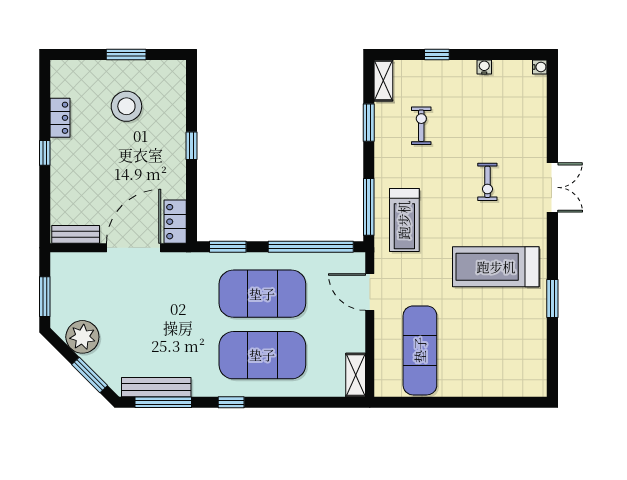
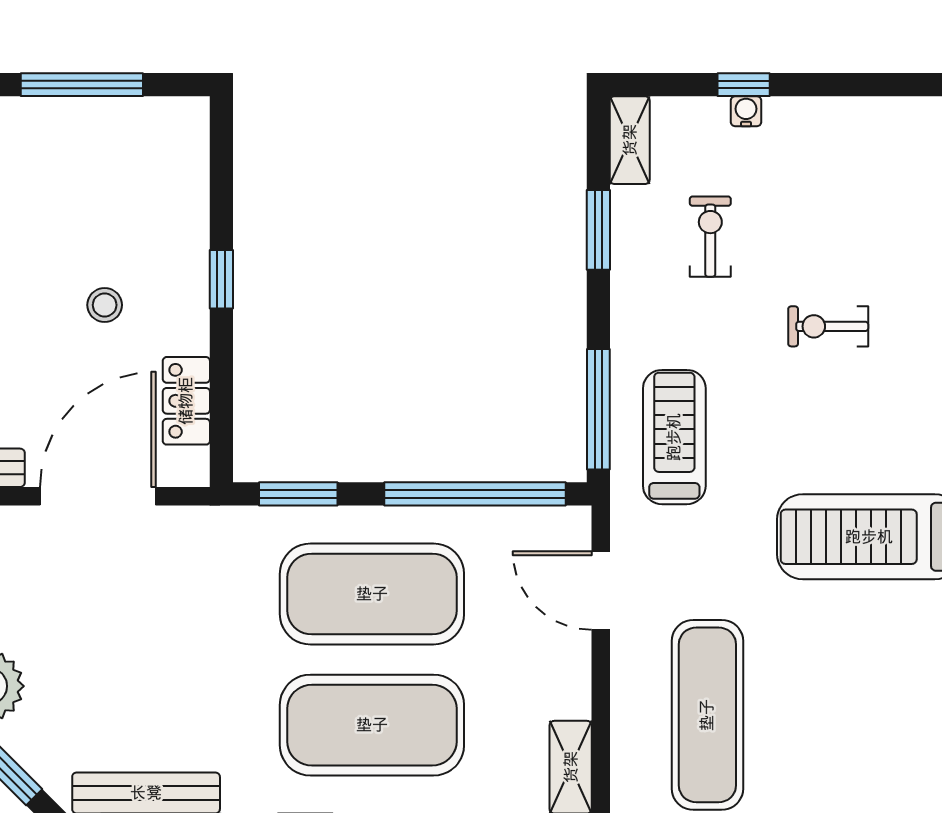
window: (126, 54) -> (82, 85), width x1.44
water cooler: (484, 67) -> (746, 111), moved
stool: (126, 106) -> (105, 305), moved, width x0.53, depth x0.53
exercise bike: (487, 182) -> (828, 326), moved, turned 90
treadmill: (404, 220) -> (674, 437), turned 180
locker: (175, 222) -> (186, 401), moved

